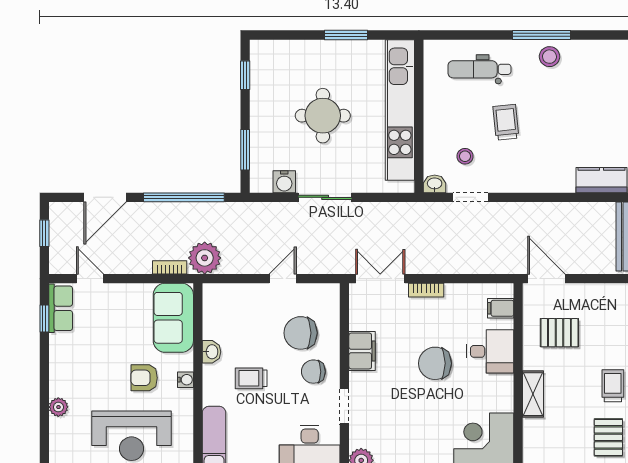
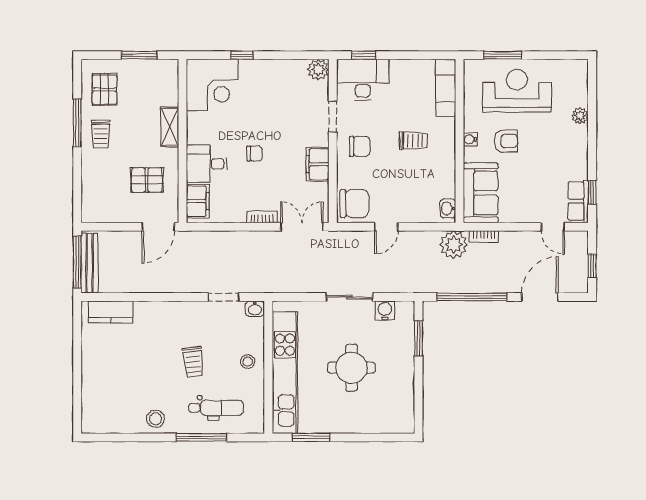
window: (346, 35) -> (311, 437), moved
window: (541, 35) -> (201, 437), moved
window: (245, 75) -> (419, 403), removed
stool: (465, 156) -> (248, 362), moved
double door: (380, 279) -> (302, 227), swing flipped
door: (546, 279) -> (158, 227), hinge flipped
filing cabinet: (501, 308) -> (198, 201), width x2.00
chair: (301, 333) -> (354, 204), moved
washbasin: (211, 352) -> (448, 208), moved
chair: (435, 363) -> (254, 154), width x0.54, depth x0.54

